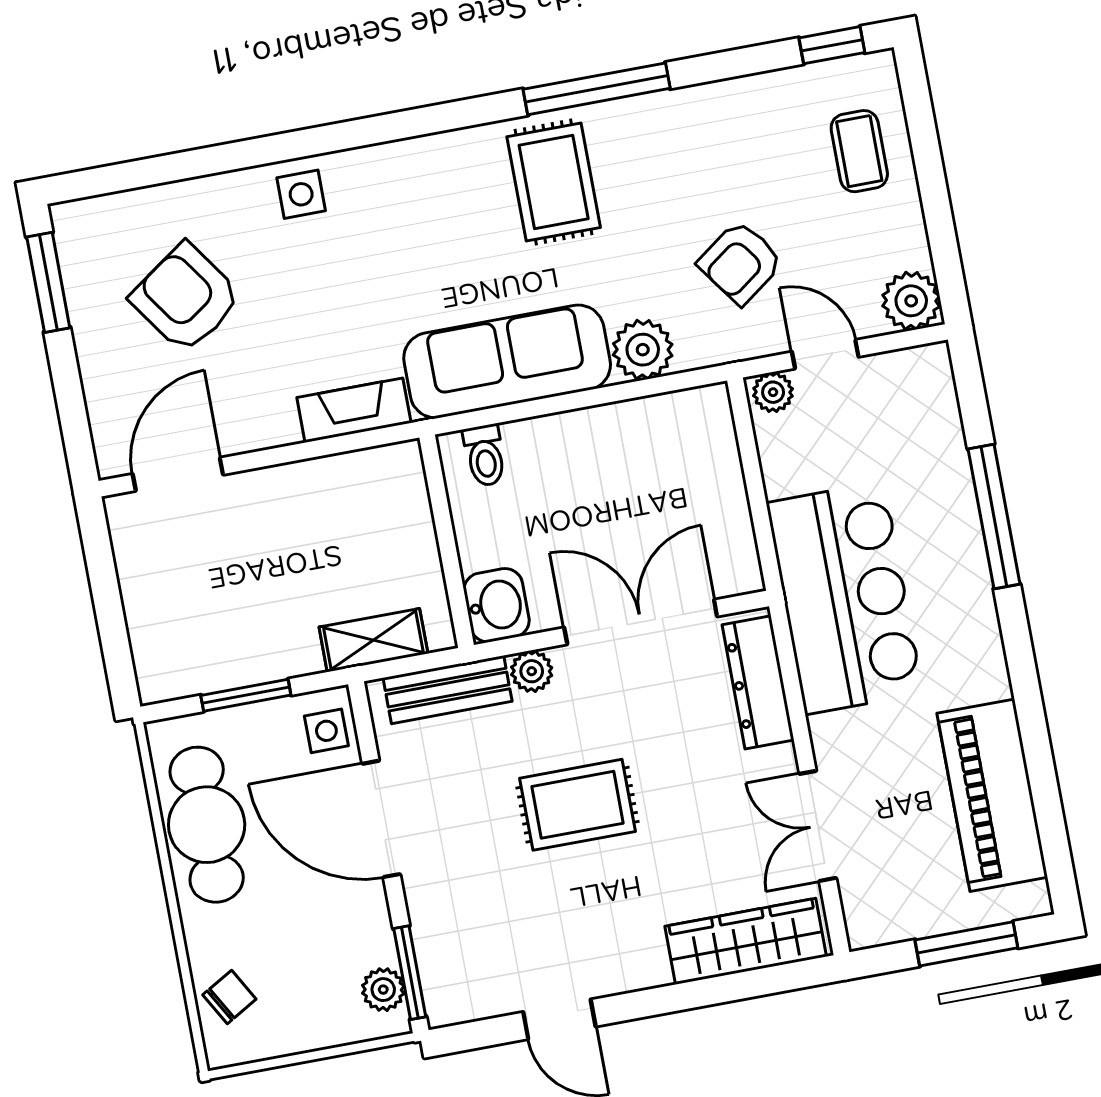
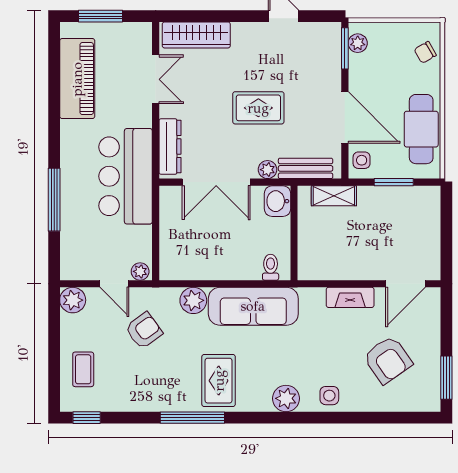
plant: (396, 170) -> (286, 398), added
fireplace: (354, 410) -> (350, 297), moved

